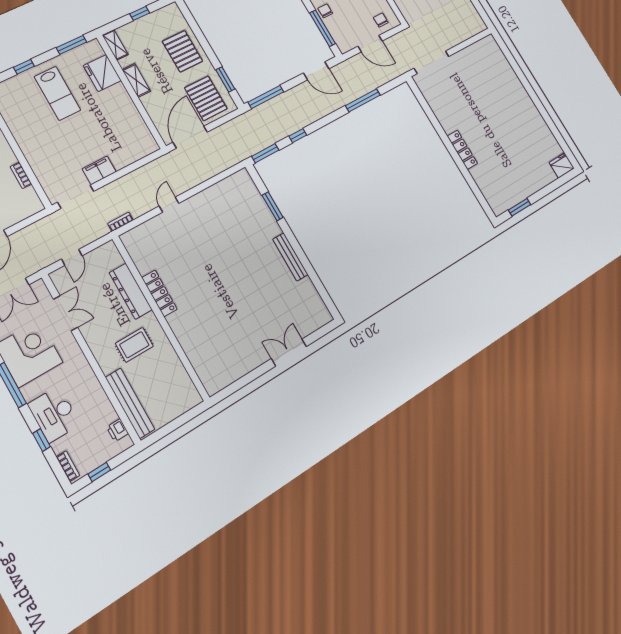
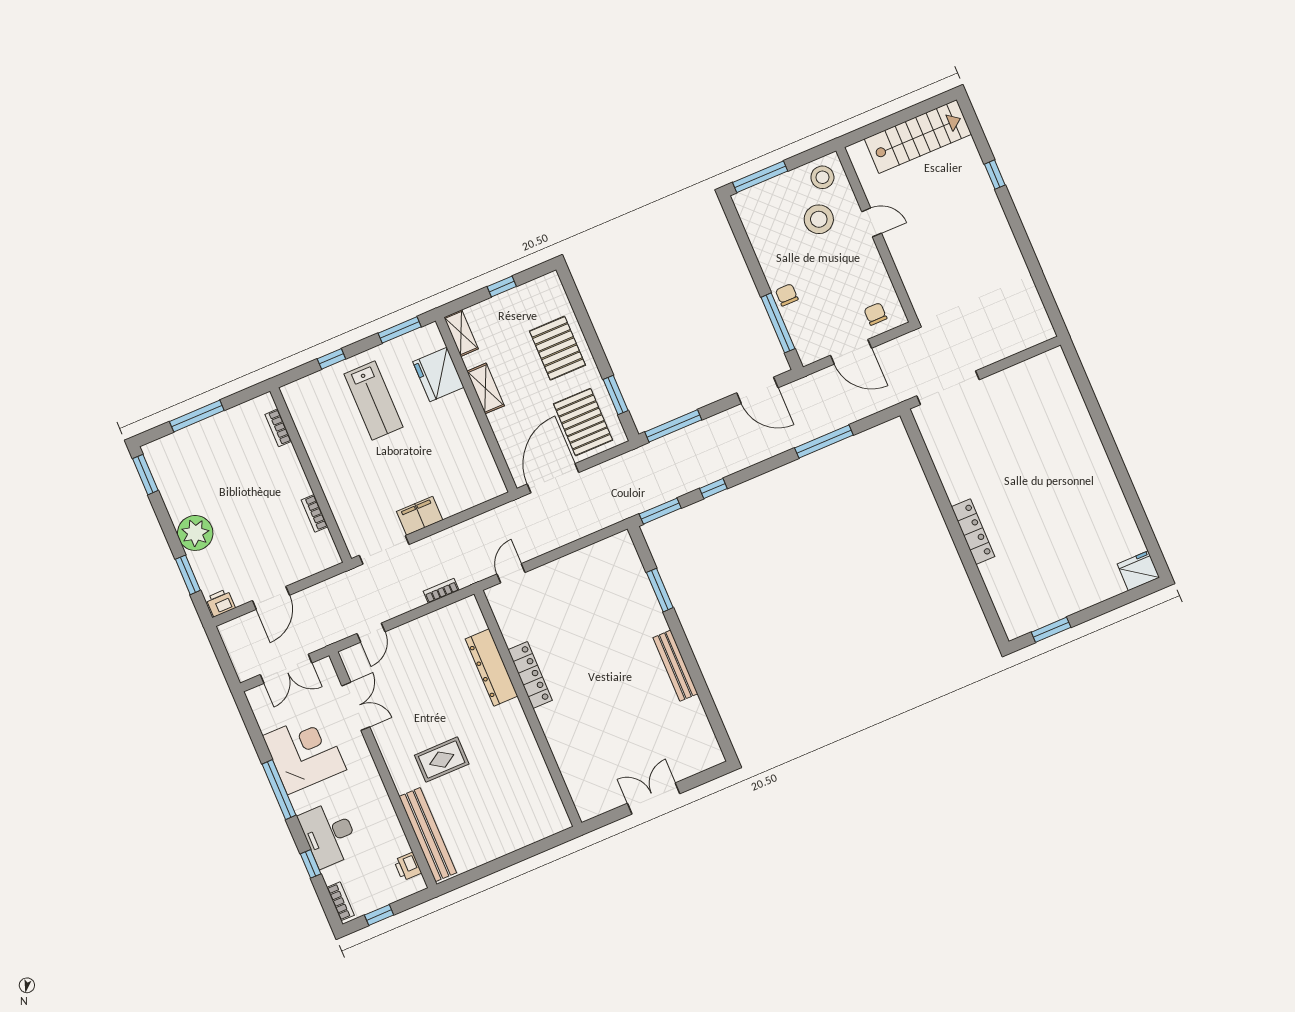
dresser: (131, 291) -> (492, 667), moved
locker: (159, 293) -> (530, 675), moved
wall: (161, 318) -> (528, 708), moved

